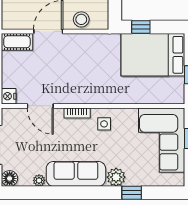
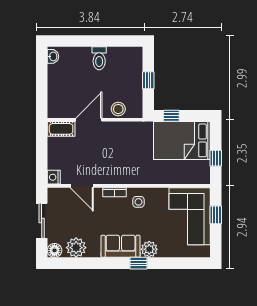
sofa: (76, 174) -> (121, 246), width x0.73
plant: (39, 180) -> (76, 248), width x1.88, depth x1.88
window: (132, 193) -> (138, 263), moved

